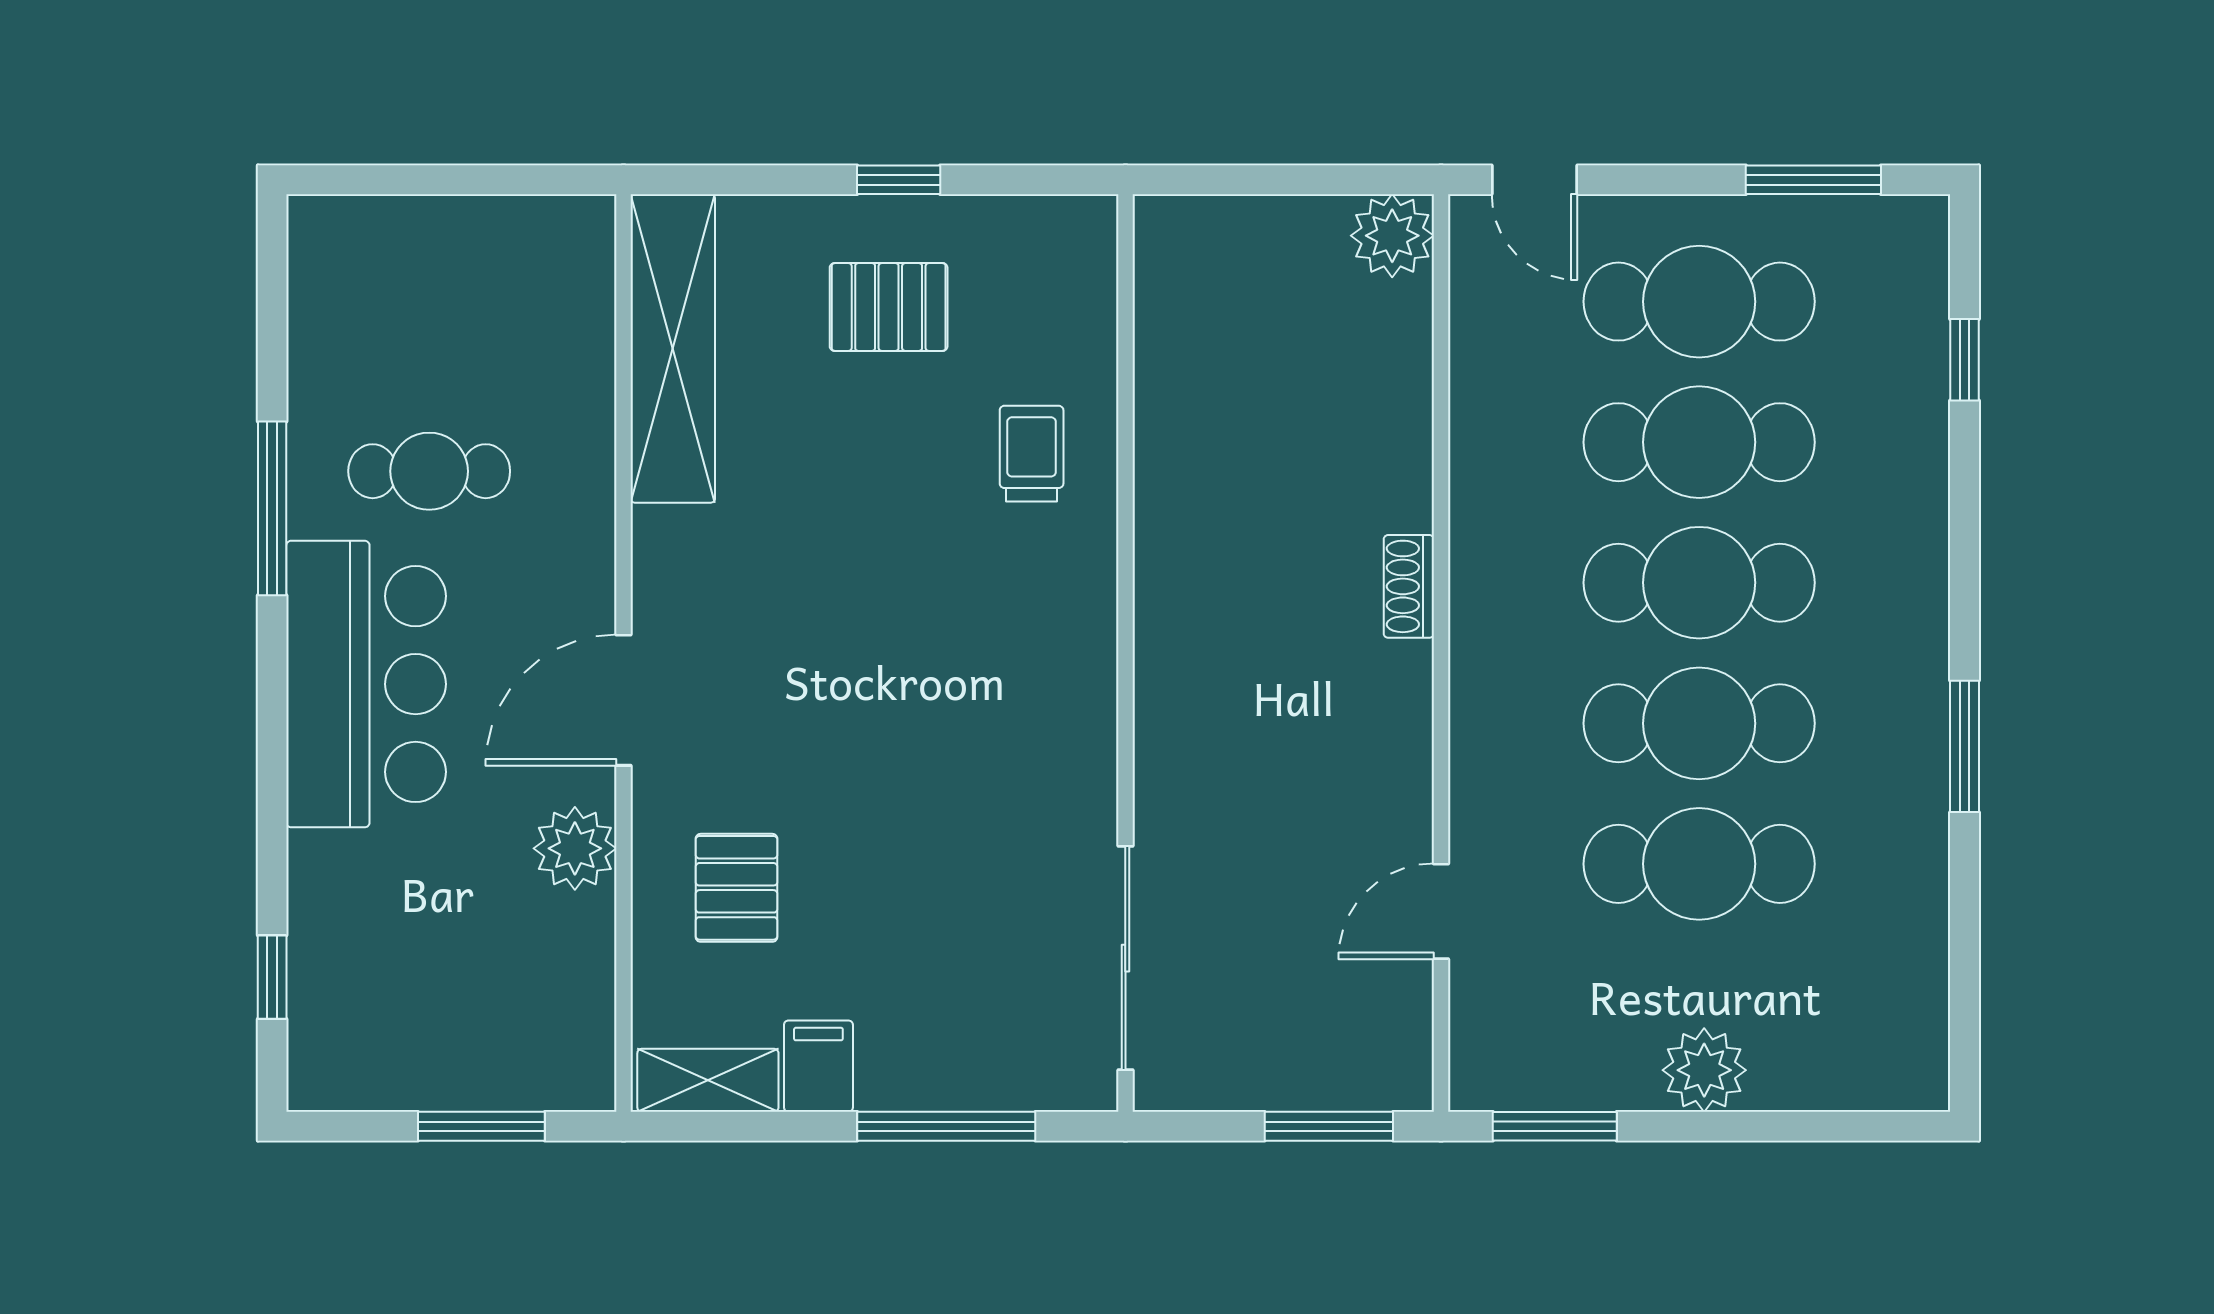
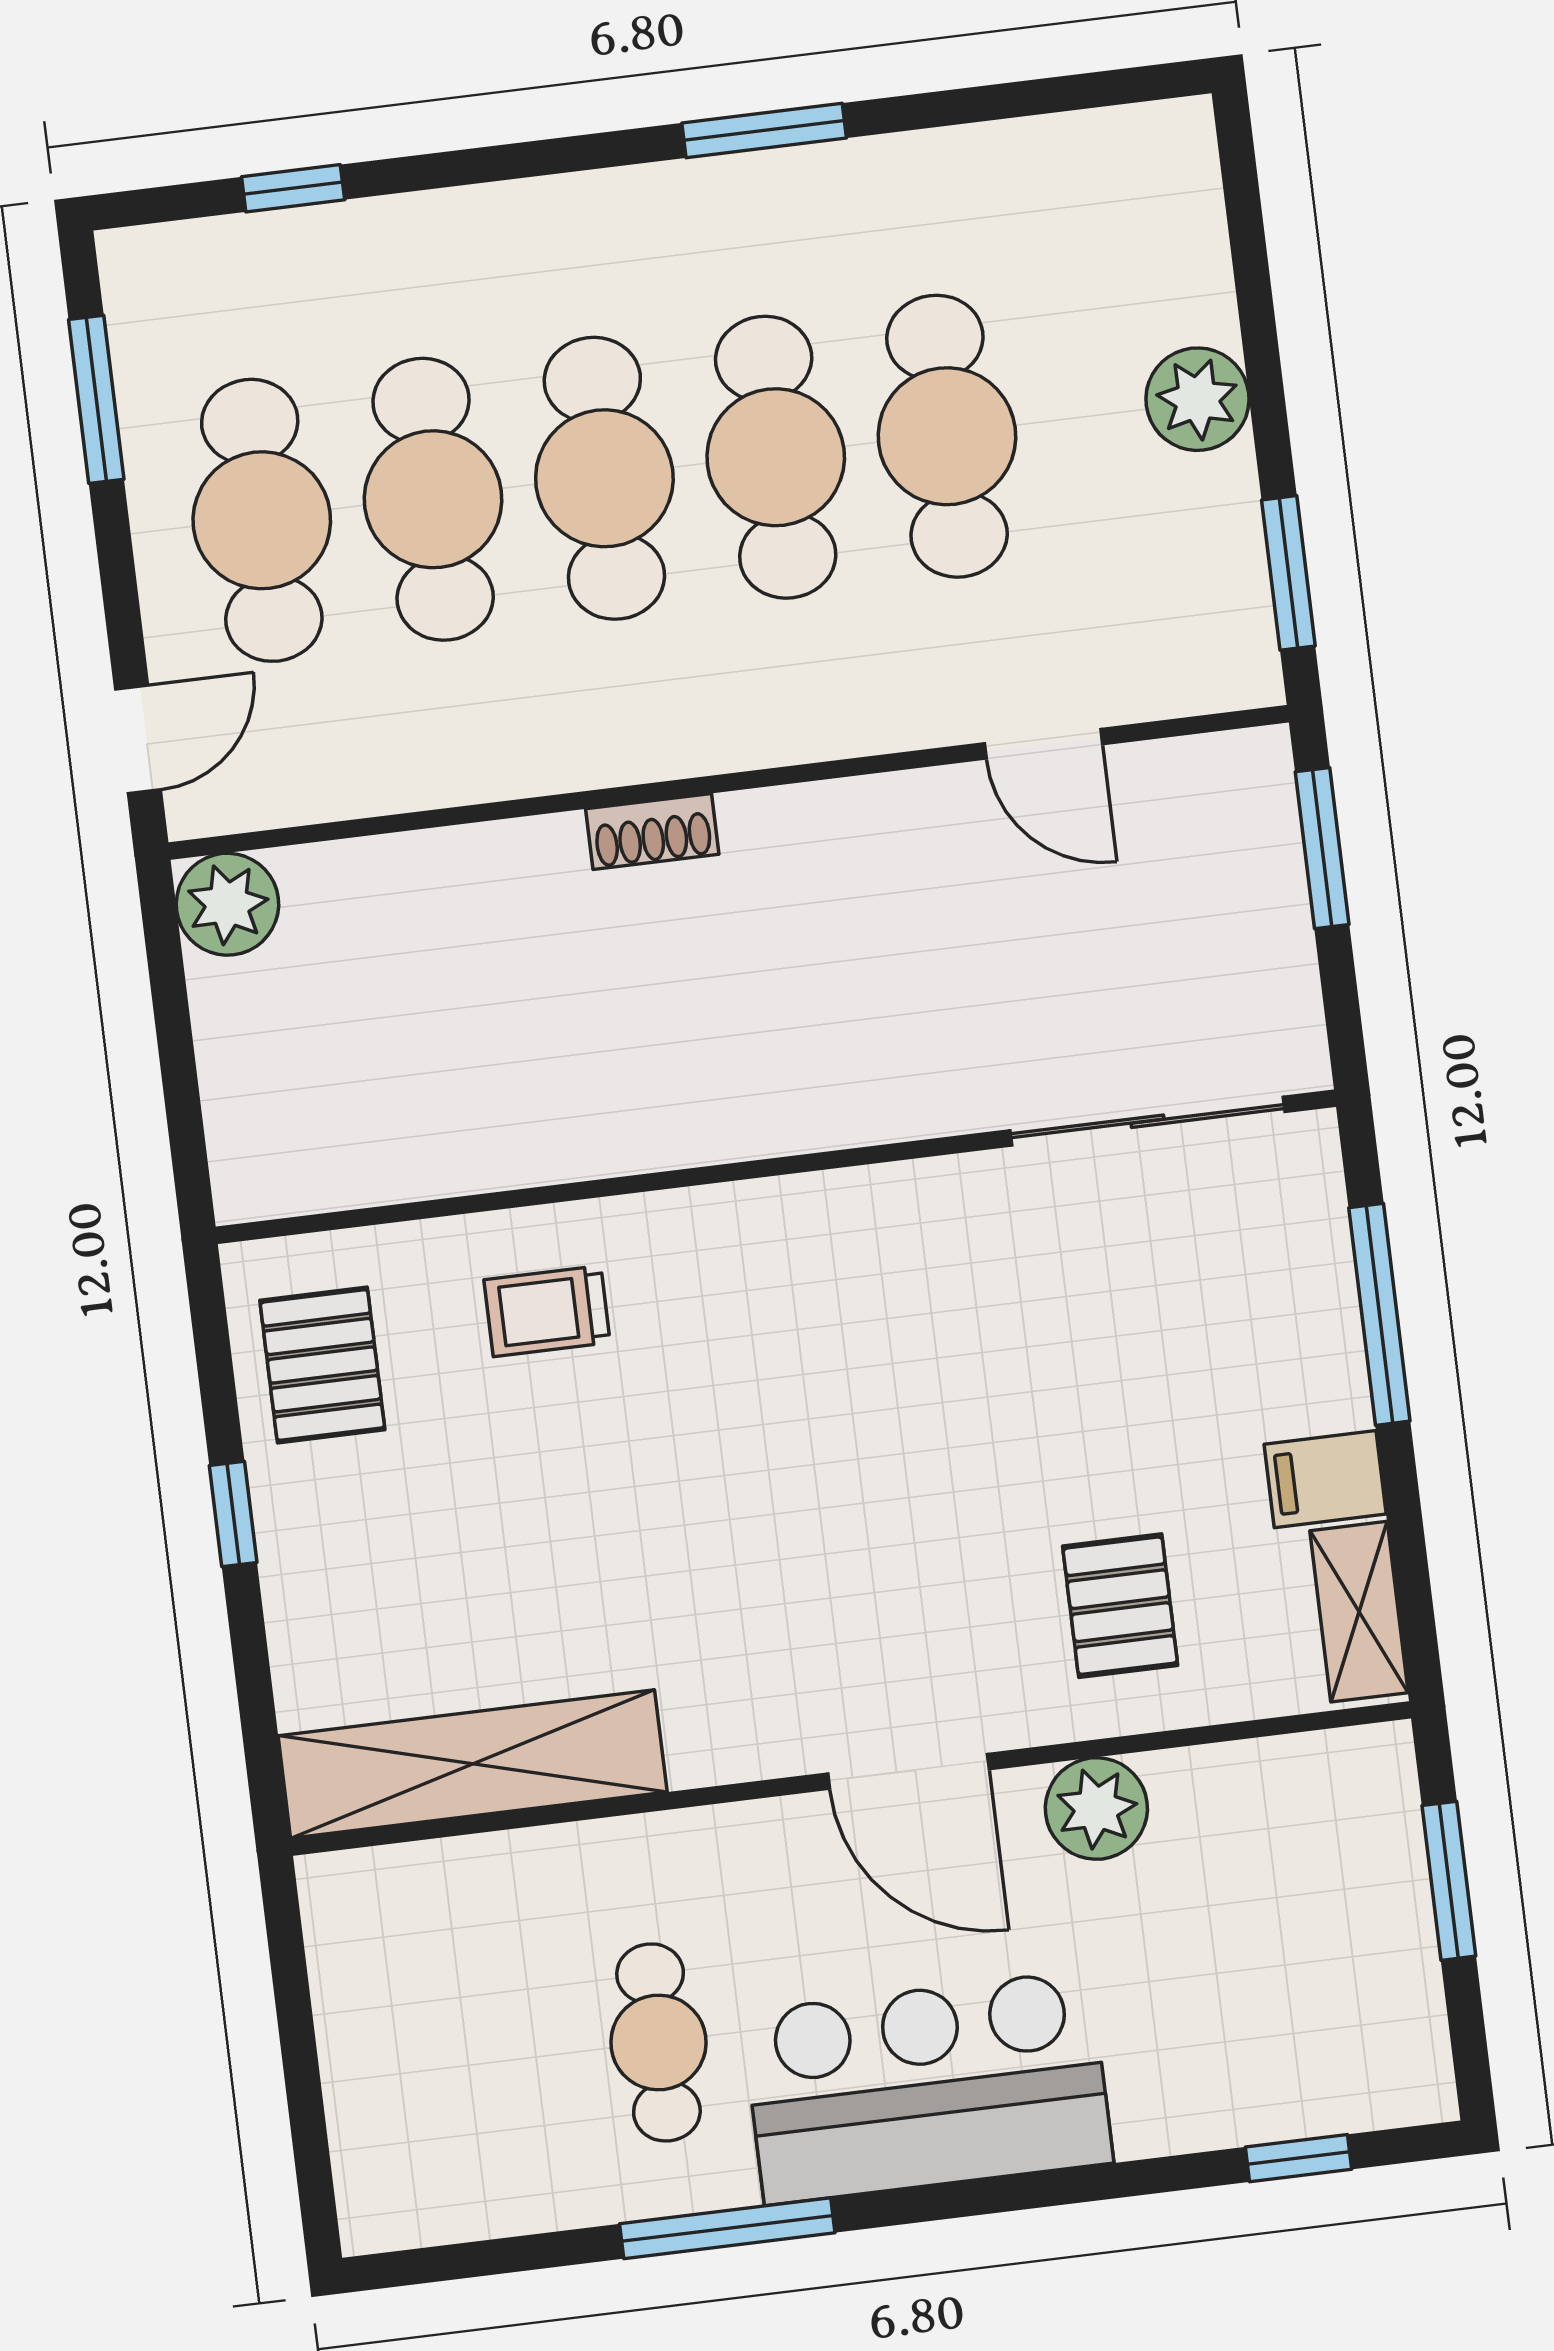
pallet: (889, 307) -> (322, 1365), moved
pallet: (737, 888) -> (1120, 1606), turned 90

